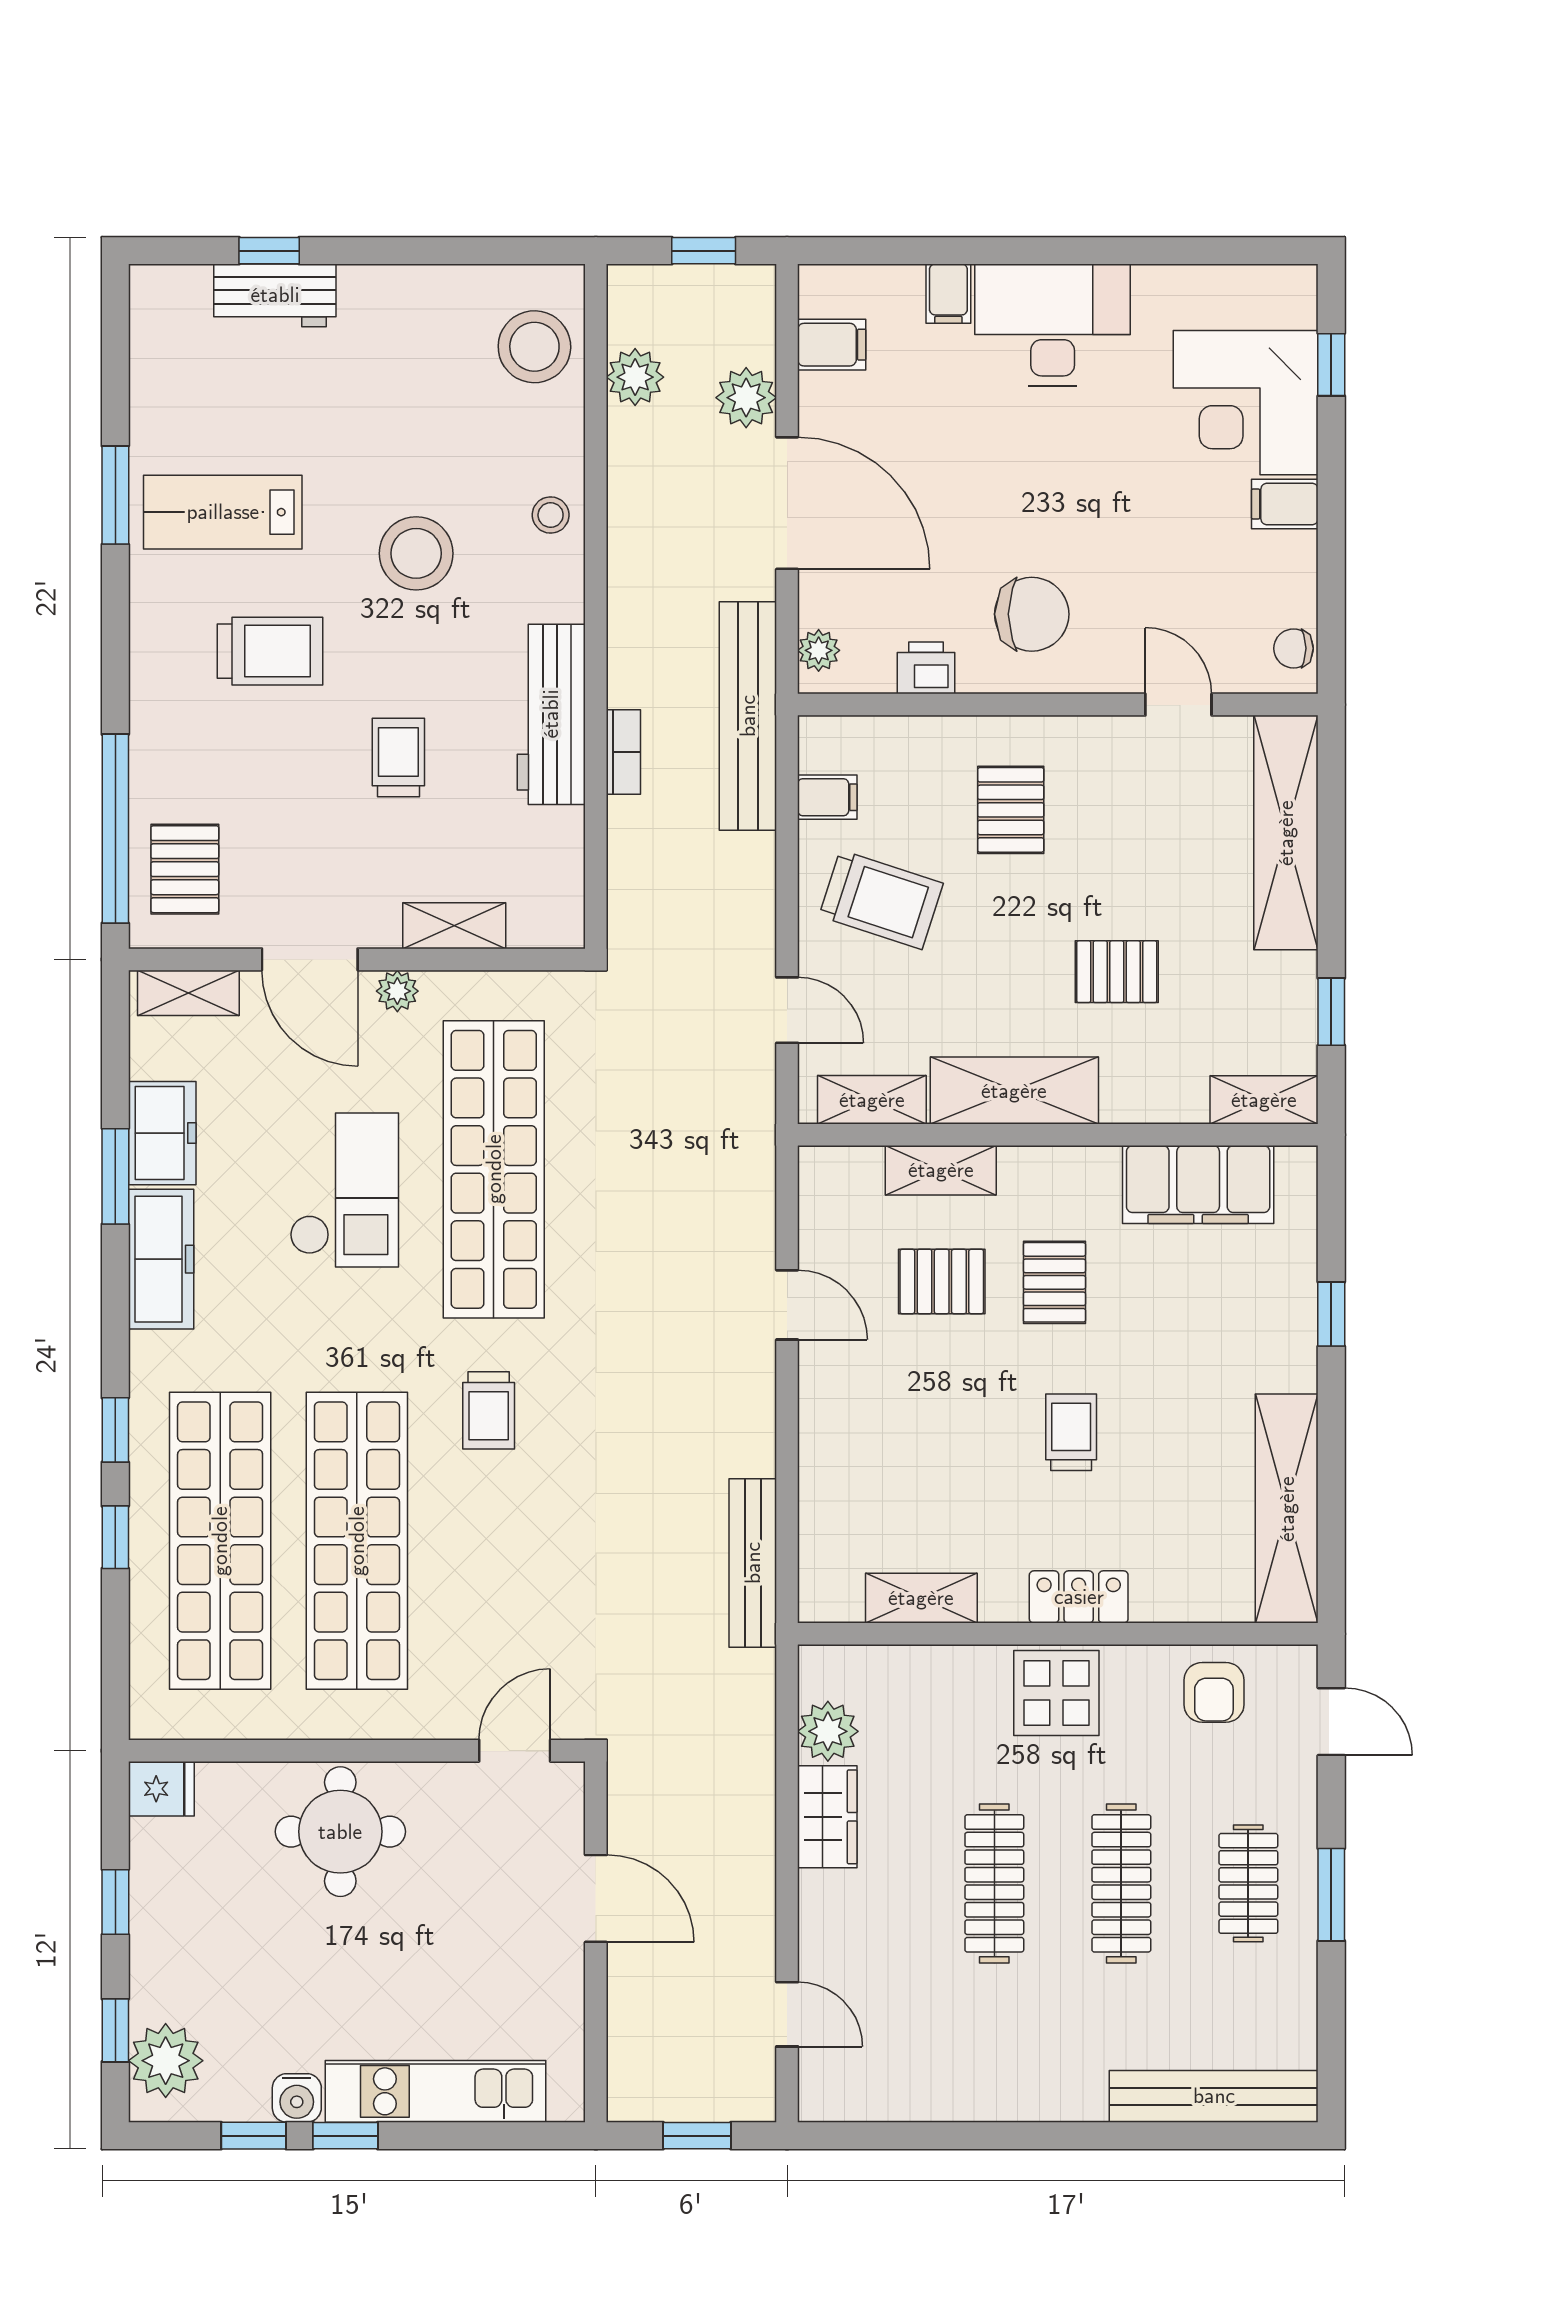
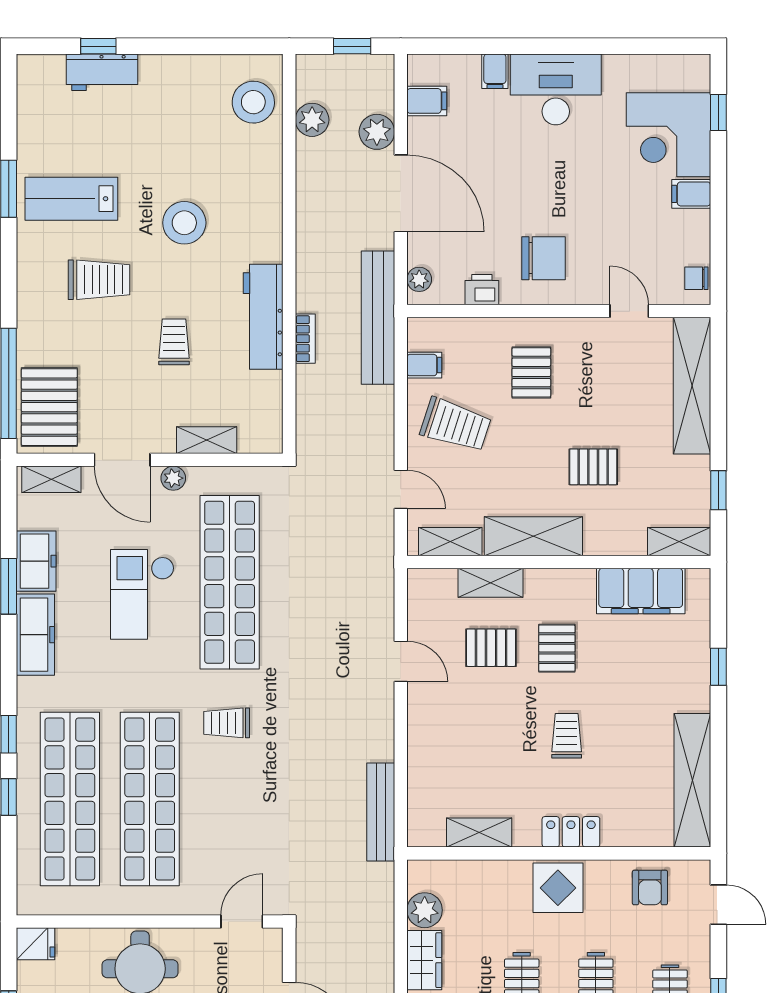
stool: (551, 515) -> (263, 200), removed
pallet: (185, 869) -> (49, 407), width x1.50, depth x1.42
checkout: (344, 1190) -> (142, 594), turned 180
trolley: (489, 1410) -> (227, 723), turned 90

